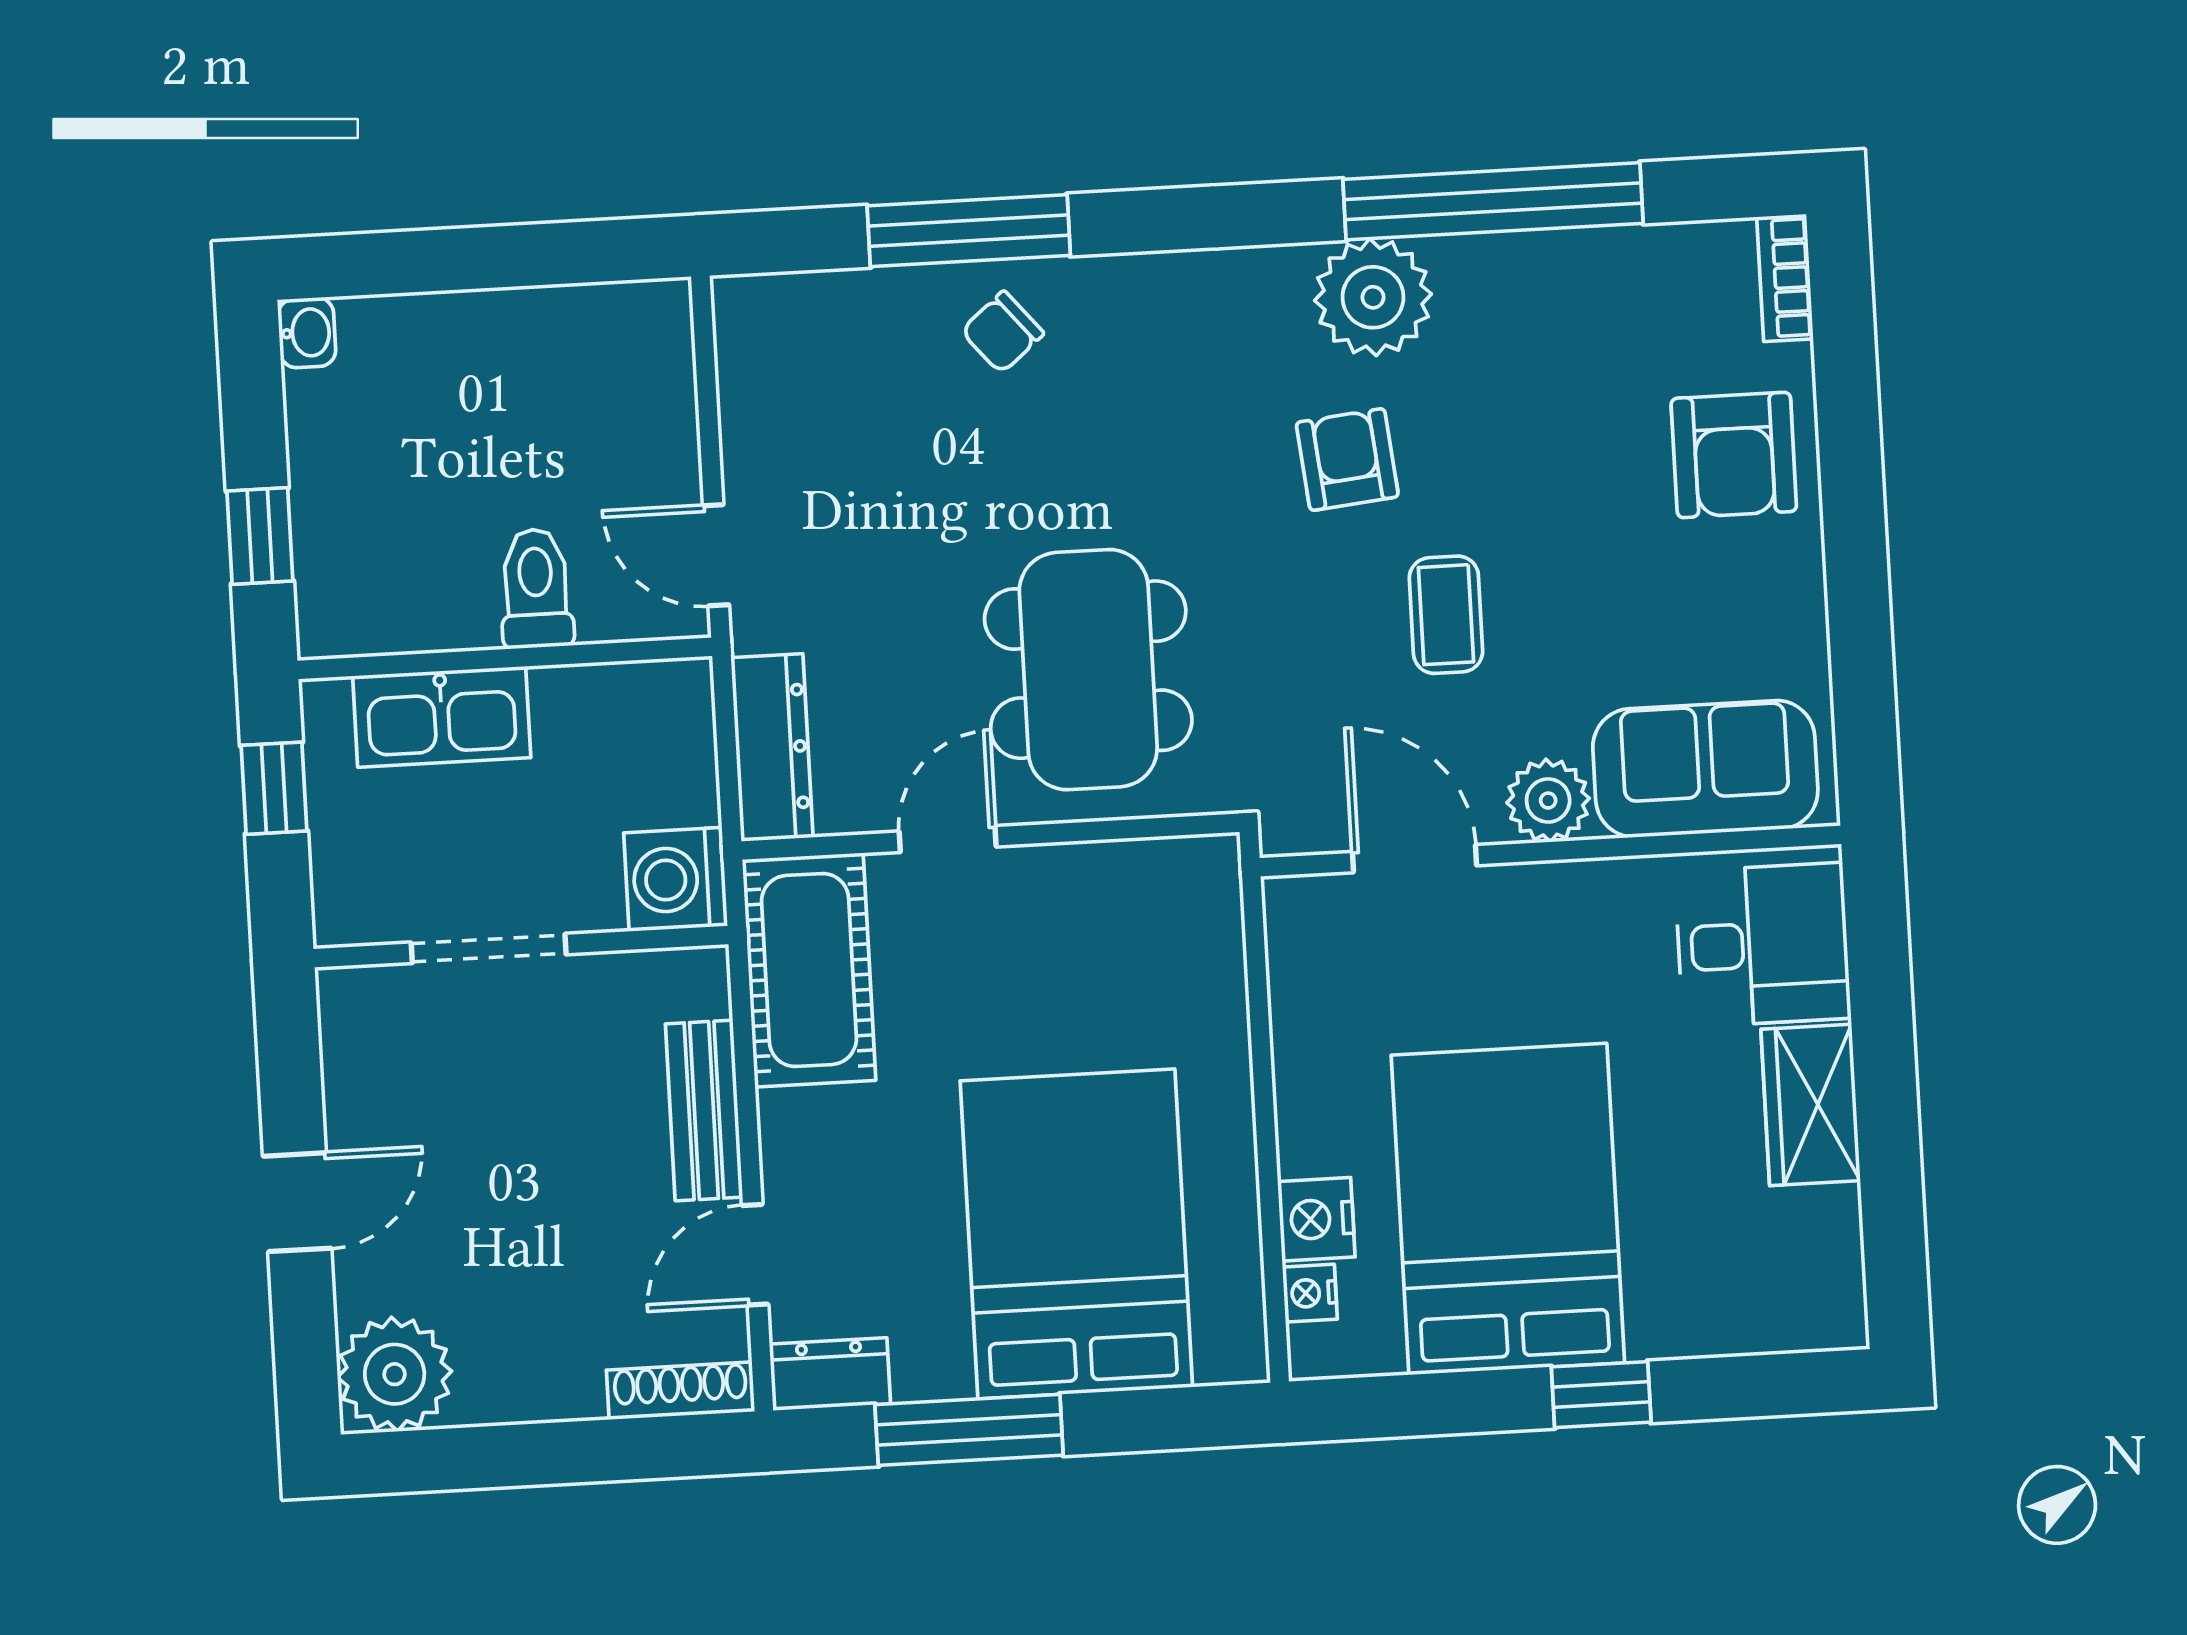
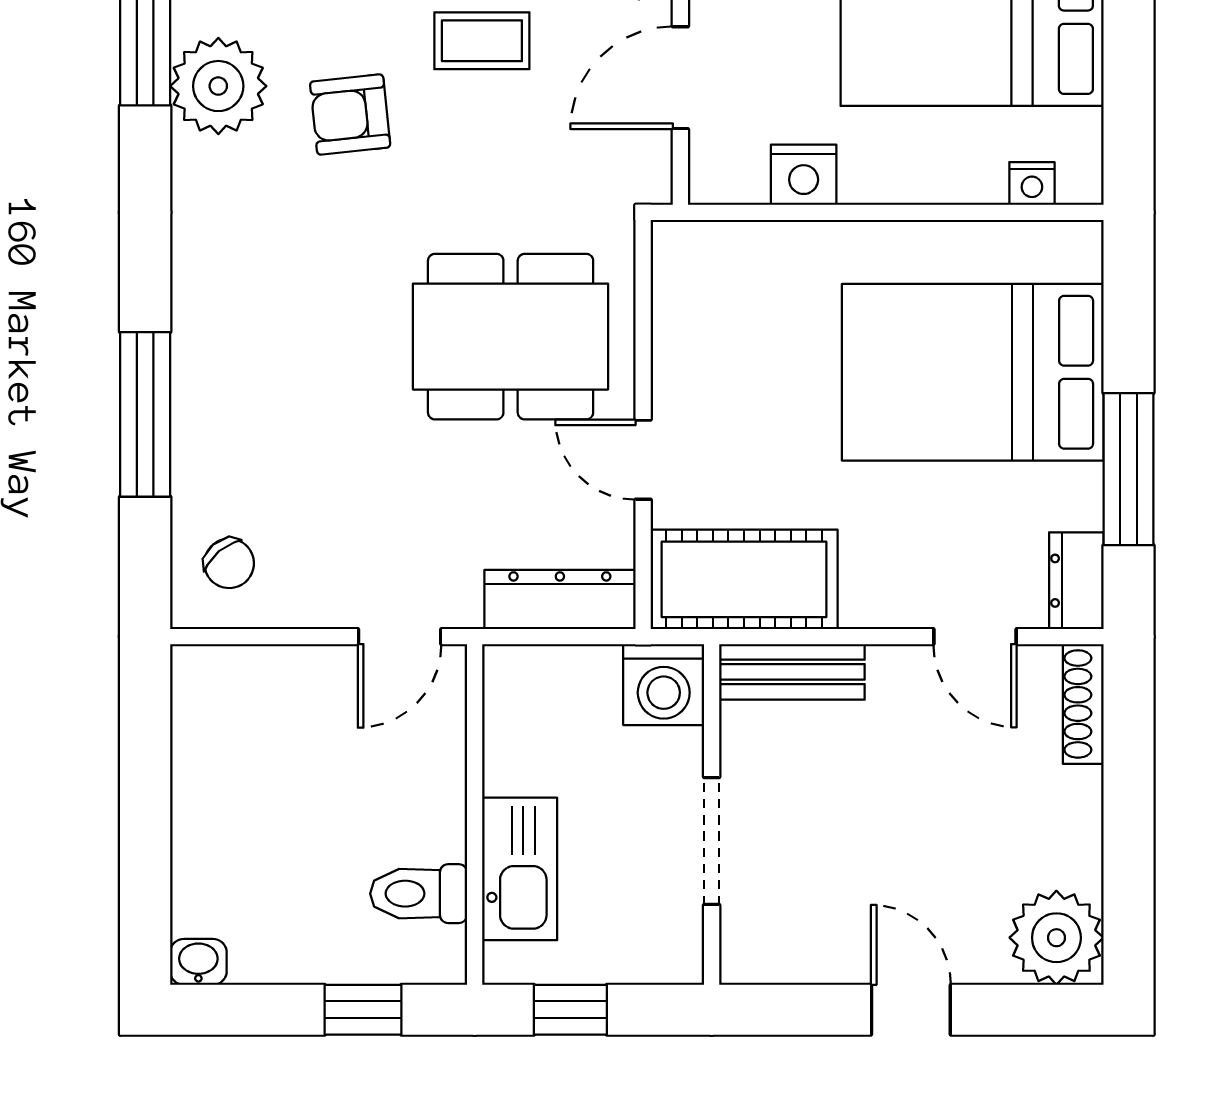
chair: (1002, 332) -> (229, 563), moved
toilet: (536, 588) -> (419, 894), moved
bench: (704, 1110) -> (792, 672), moved
nightstand: (1316, 1219) -> (804, 175), moved

